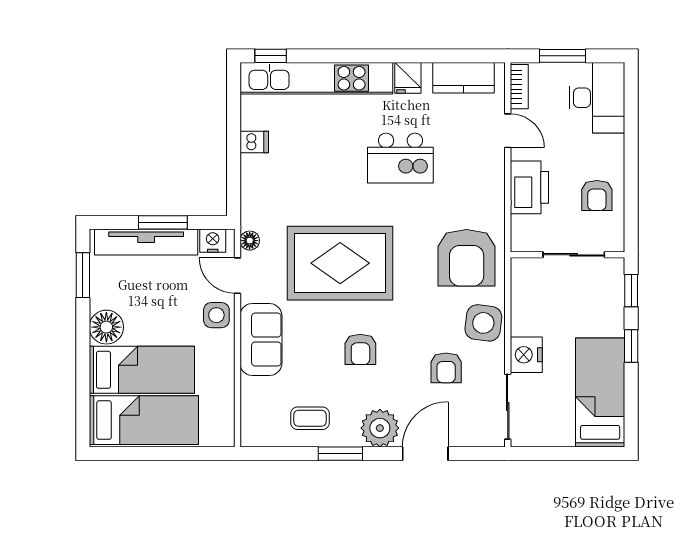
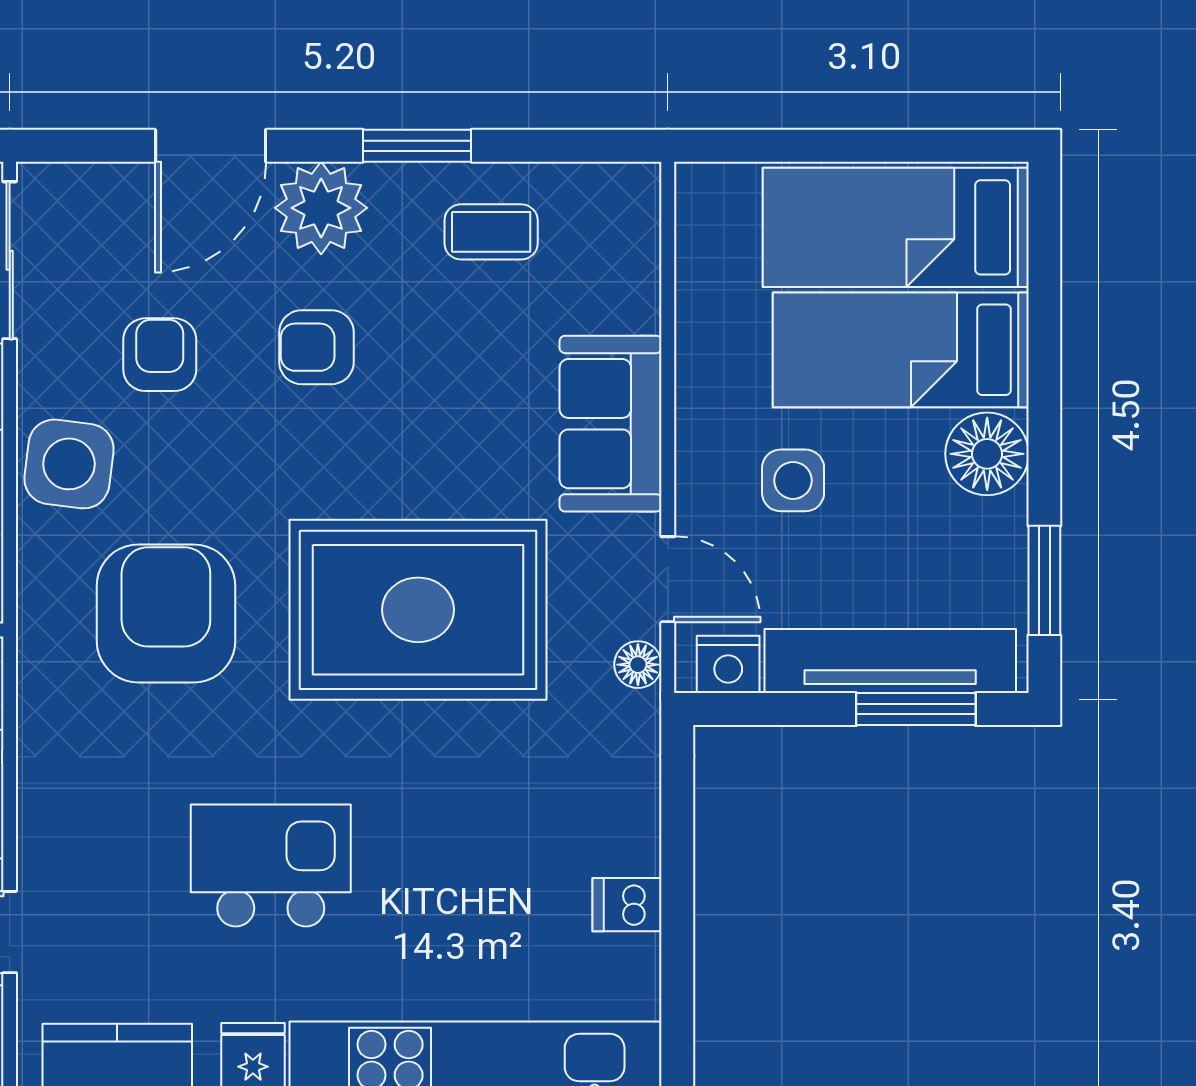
window: (163, 222) -> (916, 709), moved
armchair: (467, 258) -> (166, 613), moved
side table: (216, 315) -> (793, 480), moved
armchair: (360, 349) -> (316, 347), moved, turned -90

